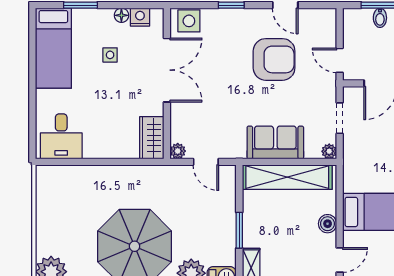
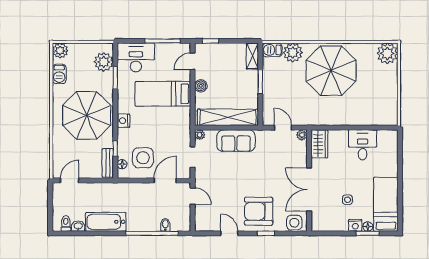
floor lamp: (121, 15) -> (368, 227), moved
nightstand: (140, 17) -> (355, 225), moved
armchair: (274, 59) -> (259, 211), moved
desk: (61, 136) -> (363, 145), moved

